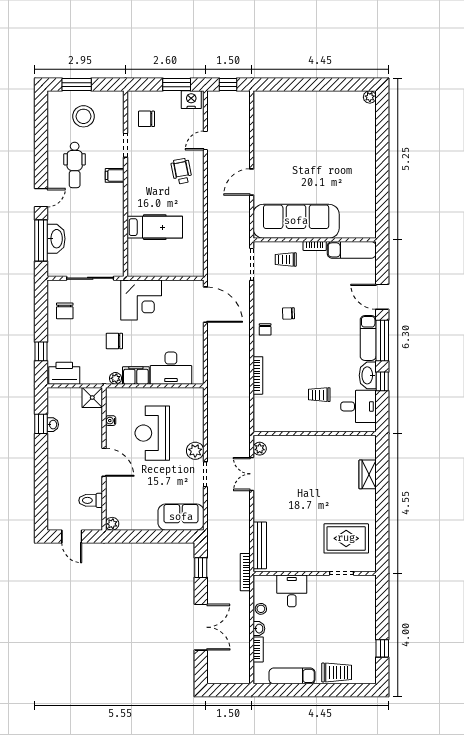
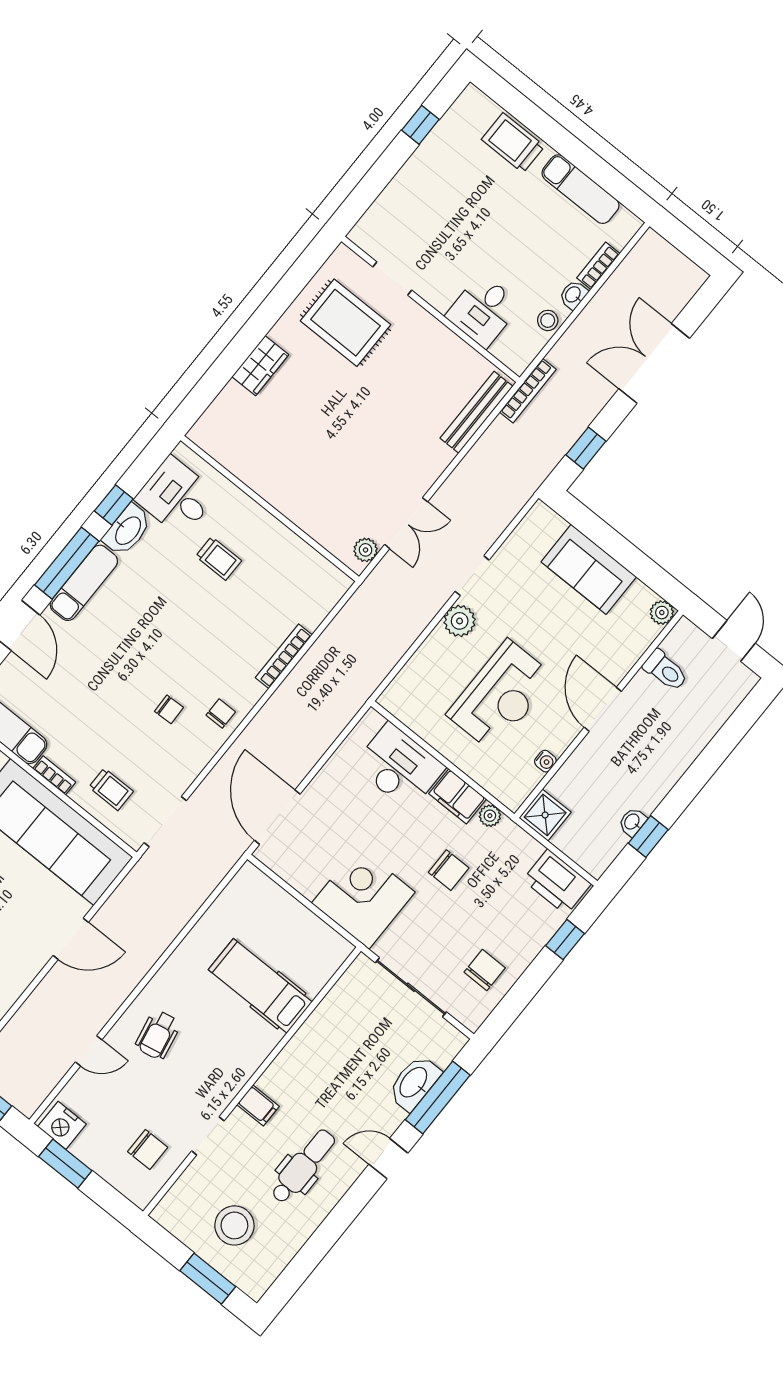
wardrobe: (368, 474) -> (260, 366), moved
sofa: (181, 517) -> (589, 569), moved

